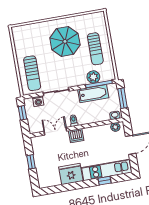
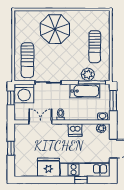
parasol: (65, 41) -> (55, 29), moved
washing machine: (38, 101) -> (24, 93), width x1.89, depth x1.89
dishwasher: (76, 136) -> (75, 130), moved

